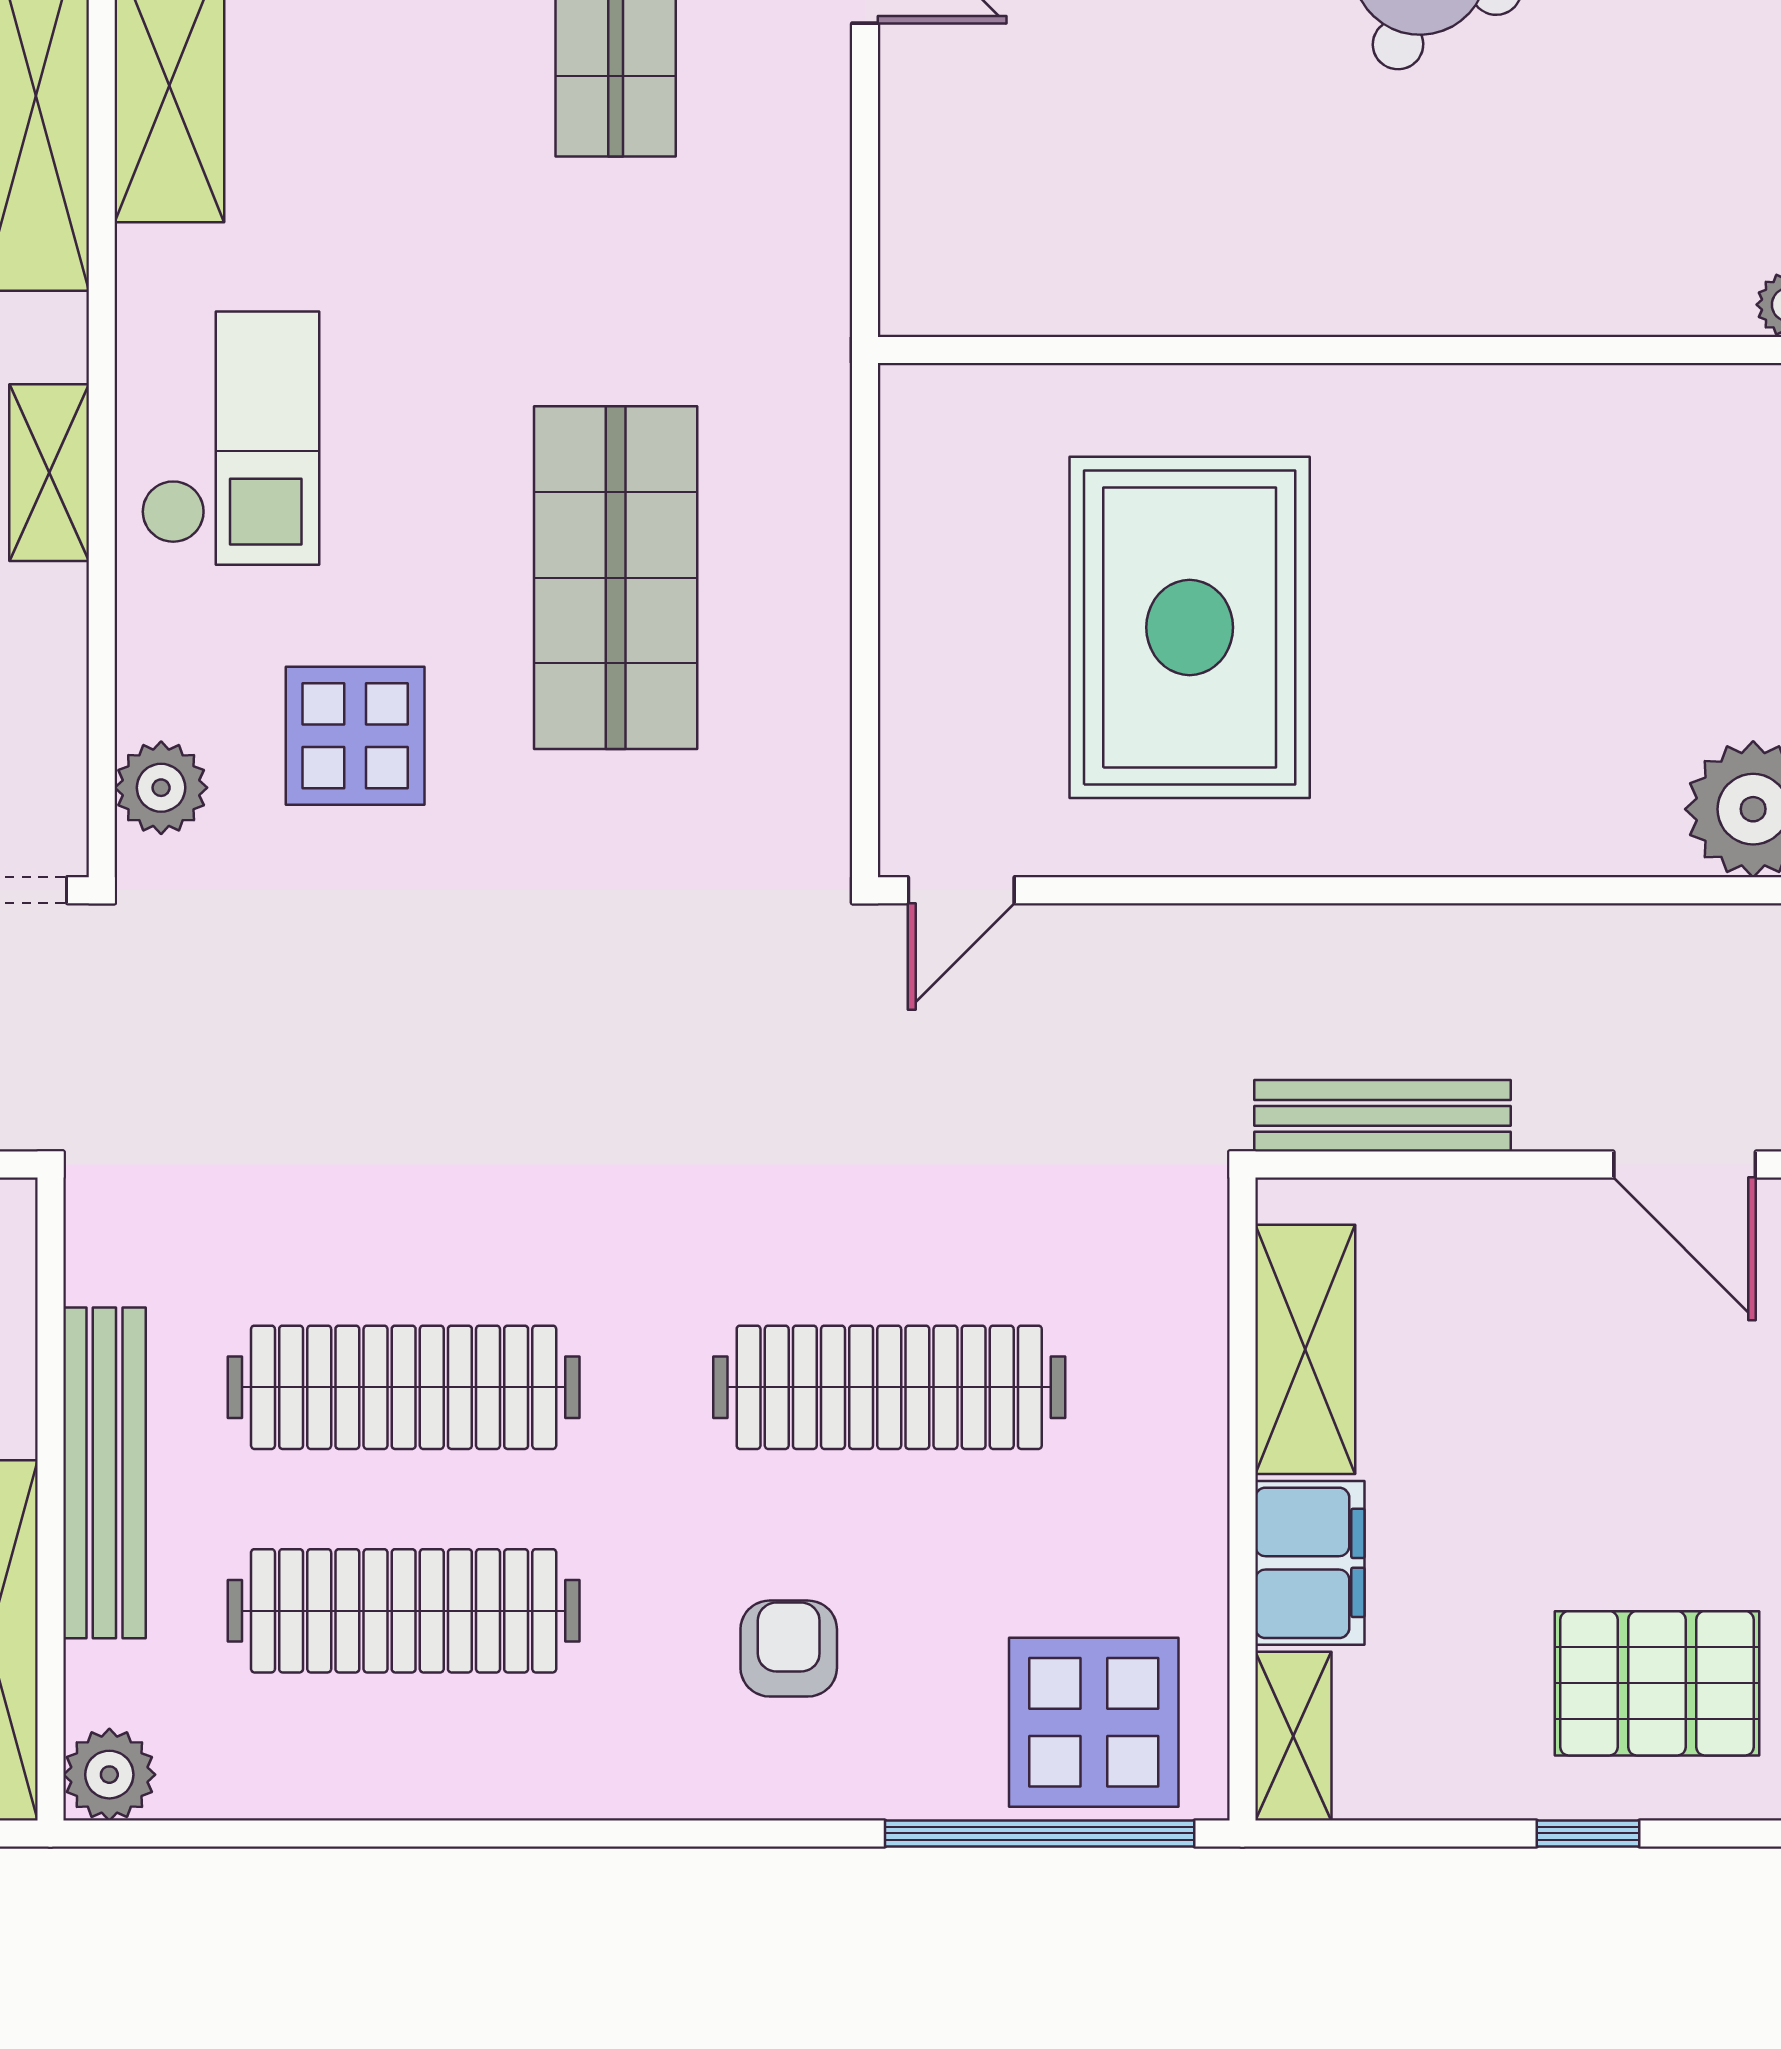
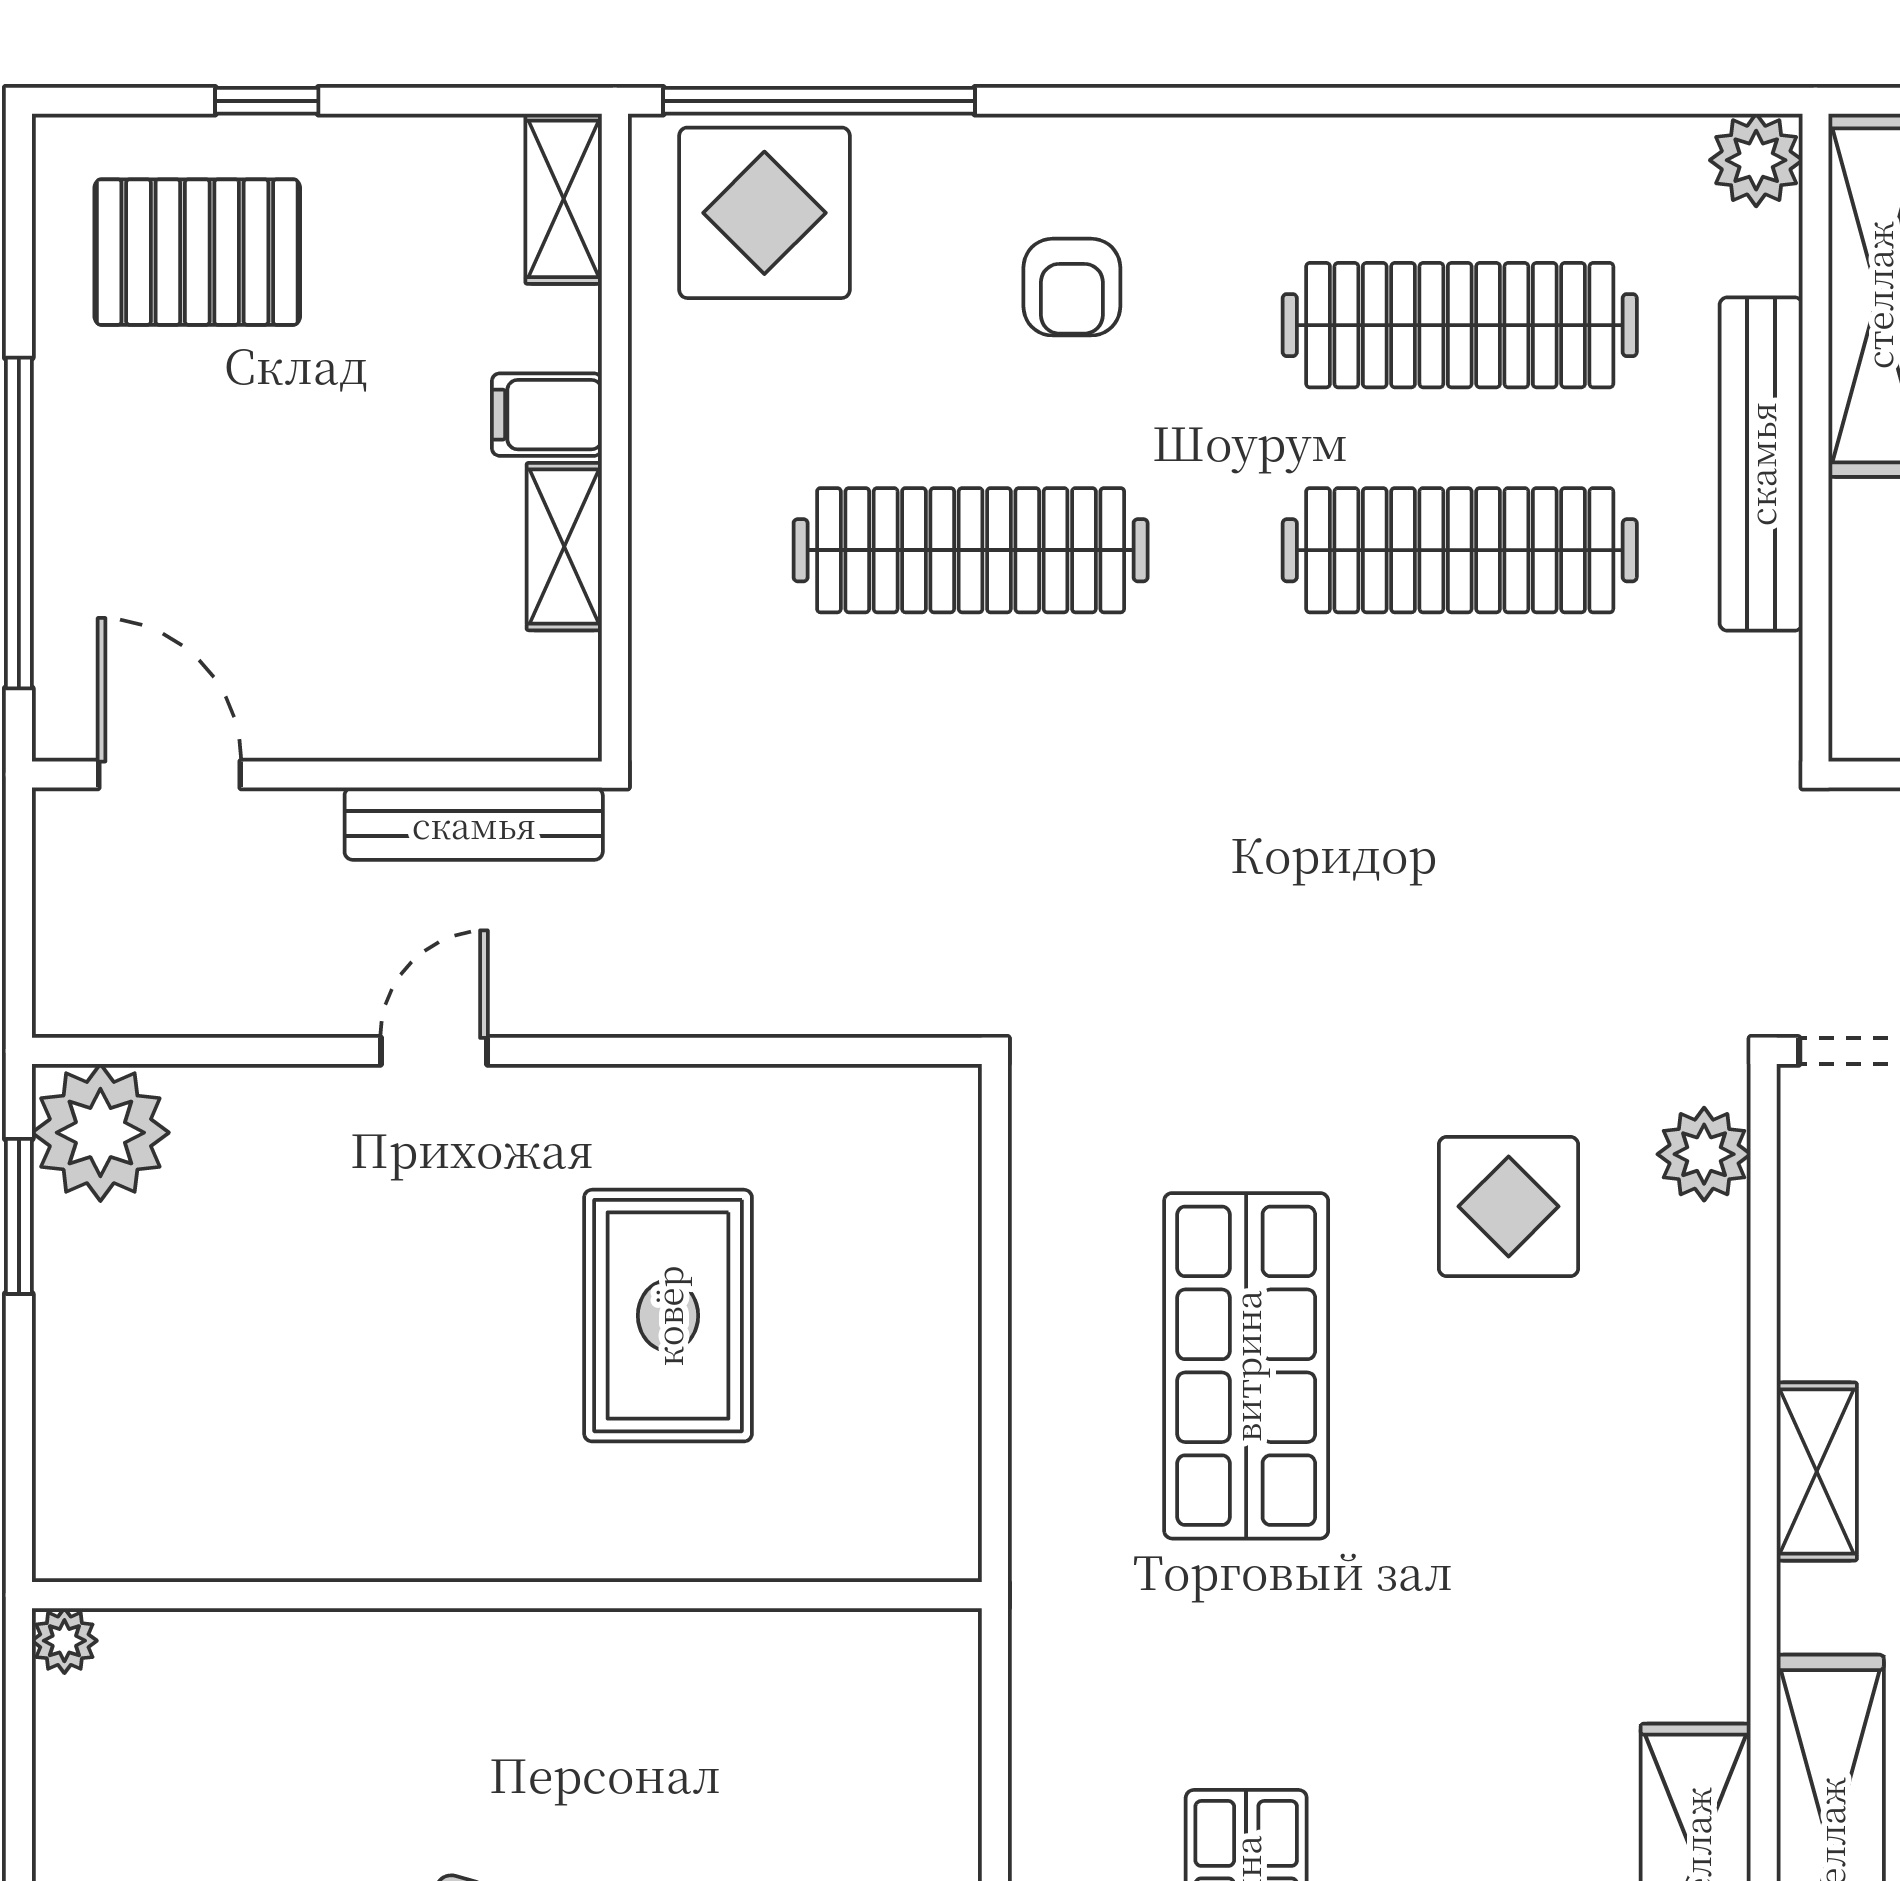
checkout: (230, 438) -> (1634, 1506), removed
rug: (1190, 627) -> (668, 1316), width x0.73, depth x0.69
door: (961, 890) -> (434, 1051), moved
shelving: (1305, 1349) -> (564, 547), width x0.67, depth x0.75
filing cabinet: (1310, 1563) -> (547, 415), width x0.50

